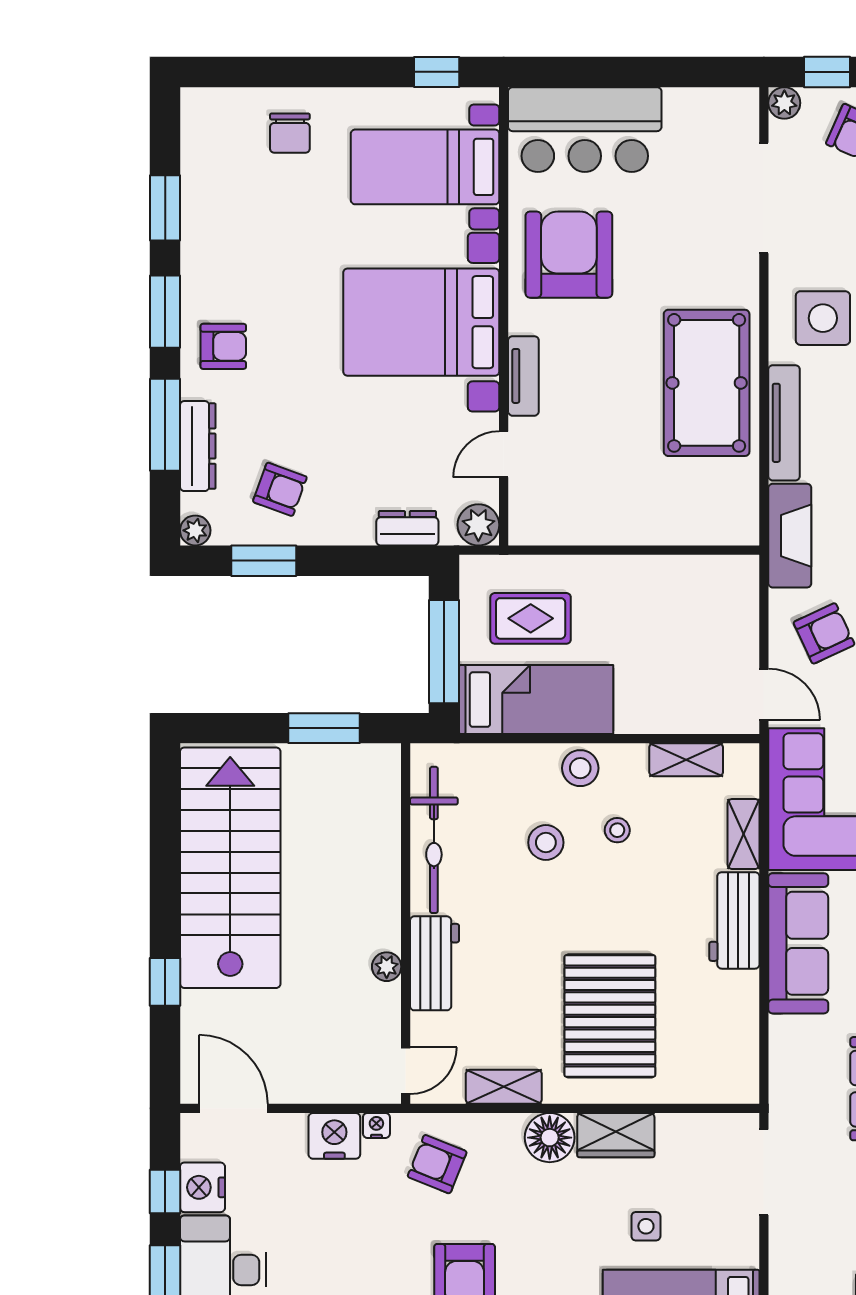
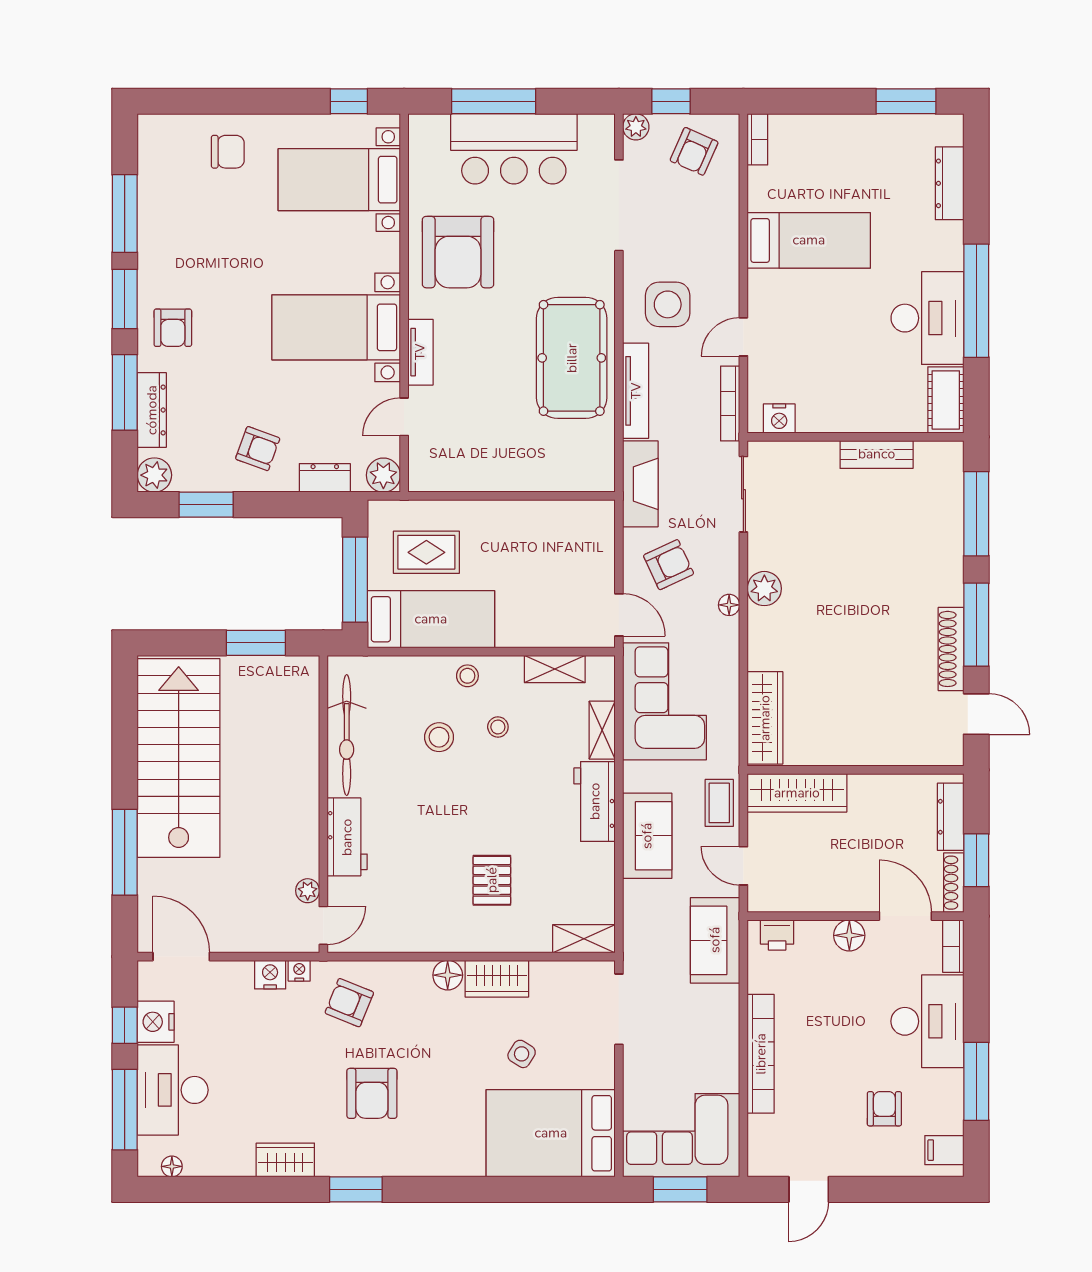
window: (612, 72) -> (494, 101), added
bar counter: (585, 130) -> (514, 149), moved
chair: (290, 133) -> (228, 152), turned -90
window: (165, 208) -> (125, 213), width x1.44
armchair: (569, 255) -> (458, 252), turned 180
bed with nightstands: (421, 322) -> (336, 327), width x0.73
armchair: (223, 346) -> (173, 328), turned 90
armchair: (280, 489) -> (258, 449), moved
plant: (195, 530) -> (154, 475), width x1.38, depth x1.38
stool: (580, 768) -> (467, 676), width x0.73, depth x0.73
sofa: (798, 943) -> (647, 836), width x0.73
plant: (387, 967) -> (308, 891), moved
window: (165, 982) -> (125, 852), width x2.17
pallet: (610, 1016) -> (492, 880), width x0.49, depth x0.50
shelving: (504, 1087) -> (584, 939), moved
nightstand: (334, 1136) -> (270, 975), width x0.74, depth x0.75
floor lamp: (550, 1138) -> (448, 975), width x0.73, depth x0.73
side table: (646, 1226) -> (522, 1054), turned 32

